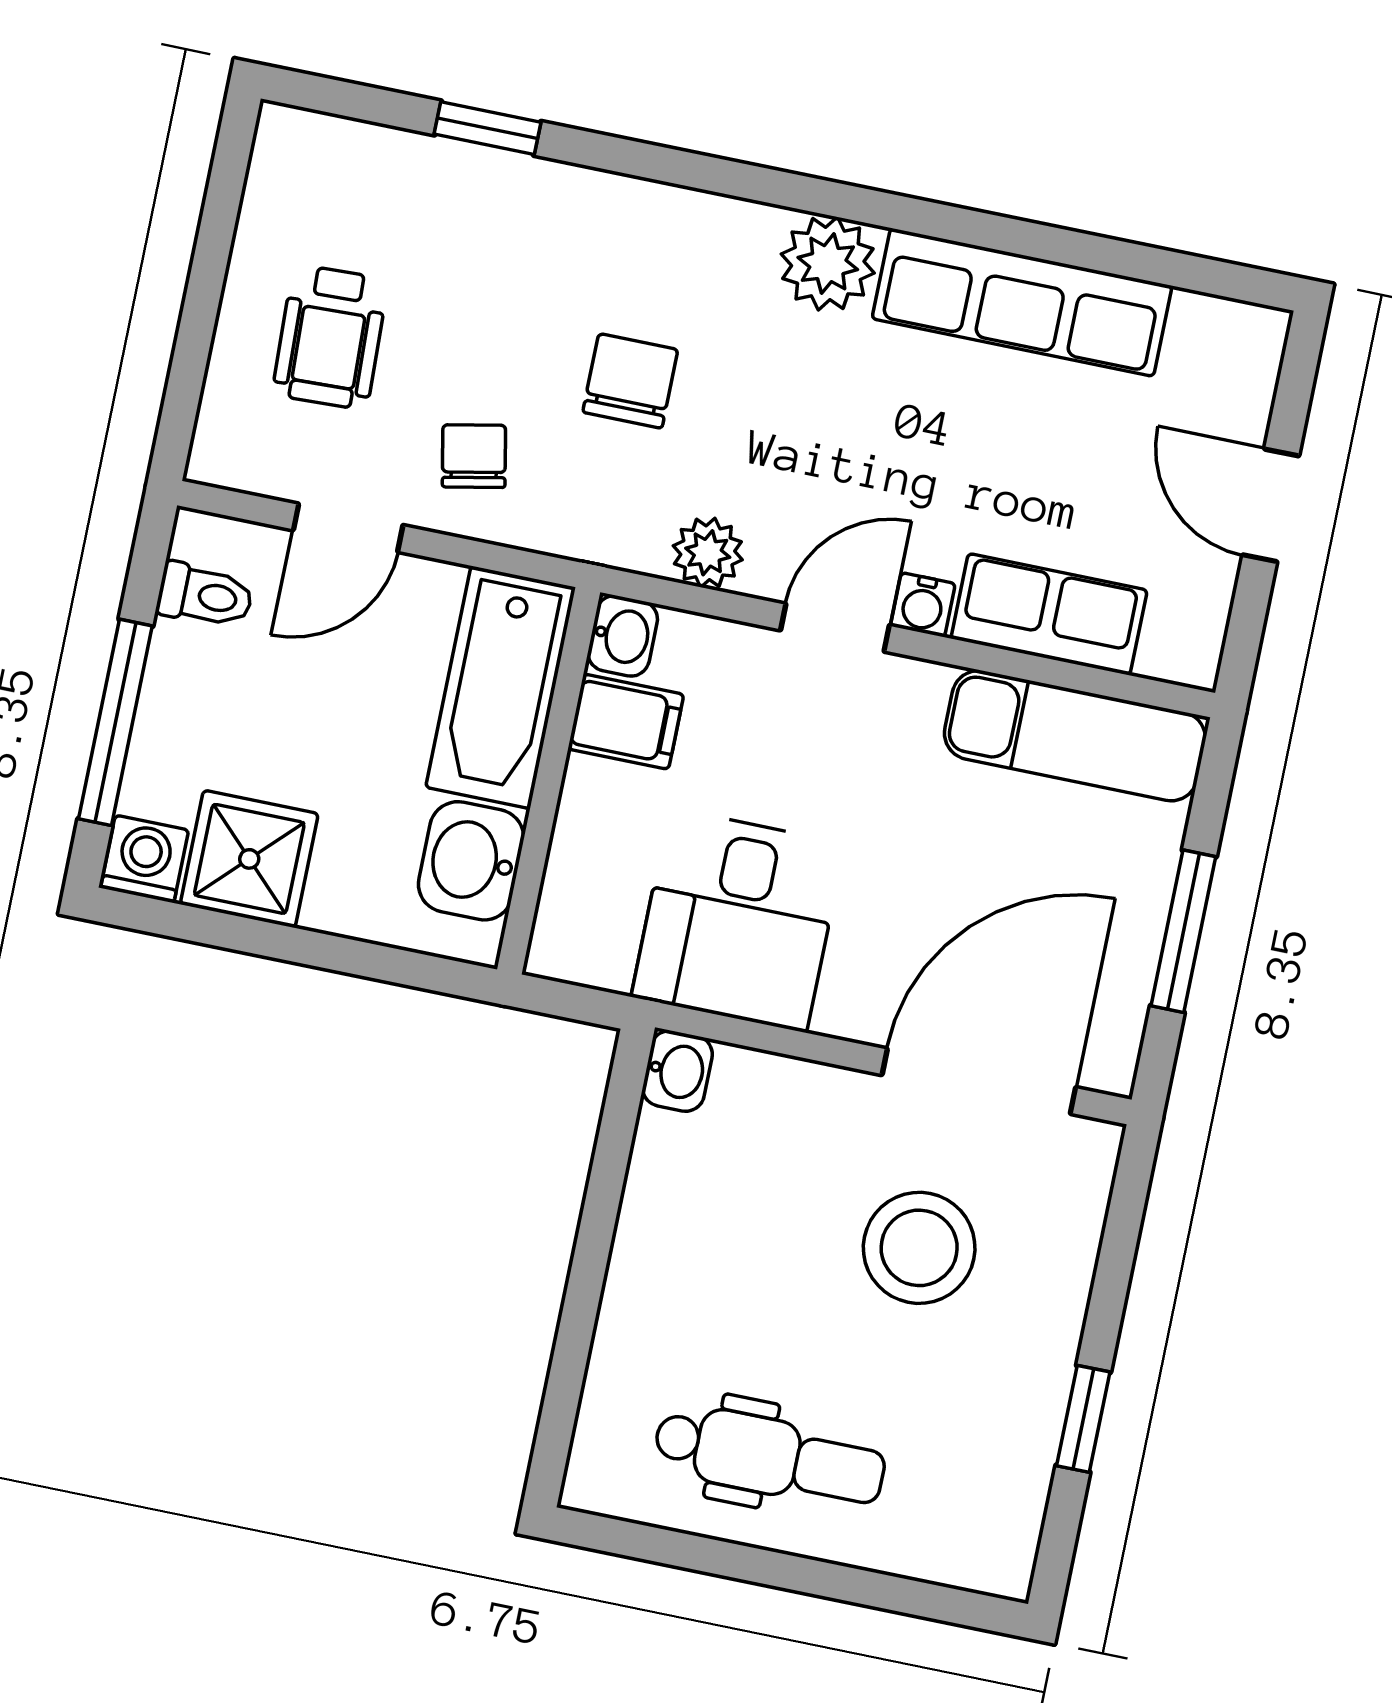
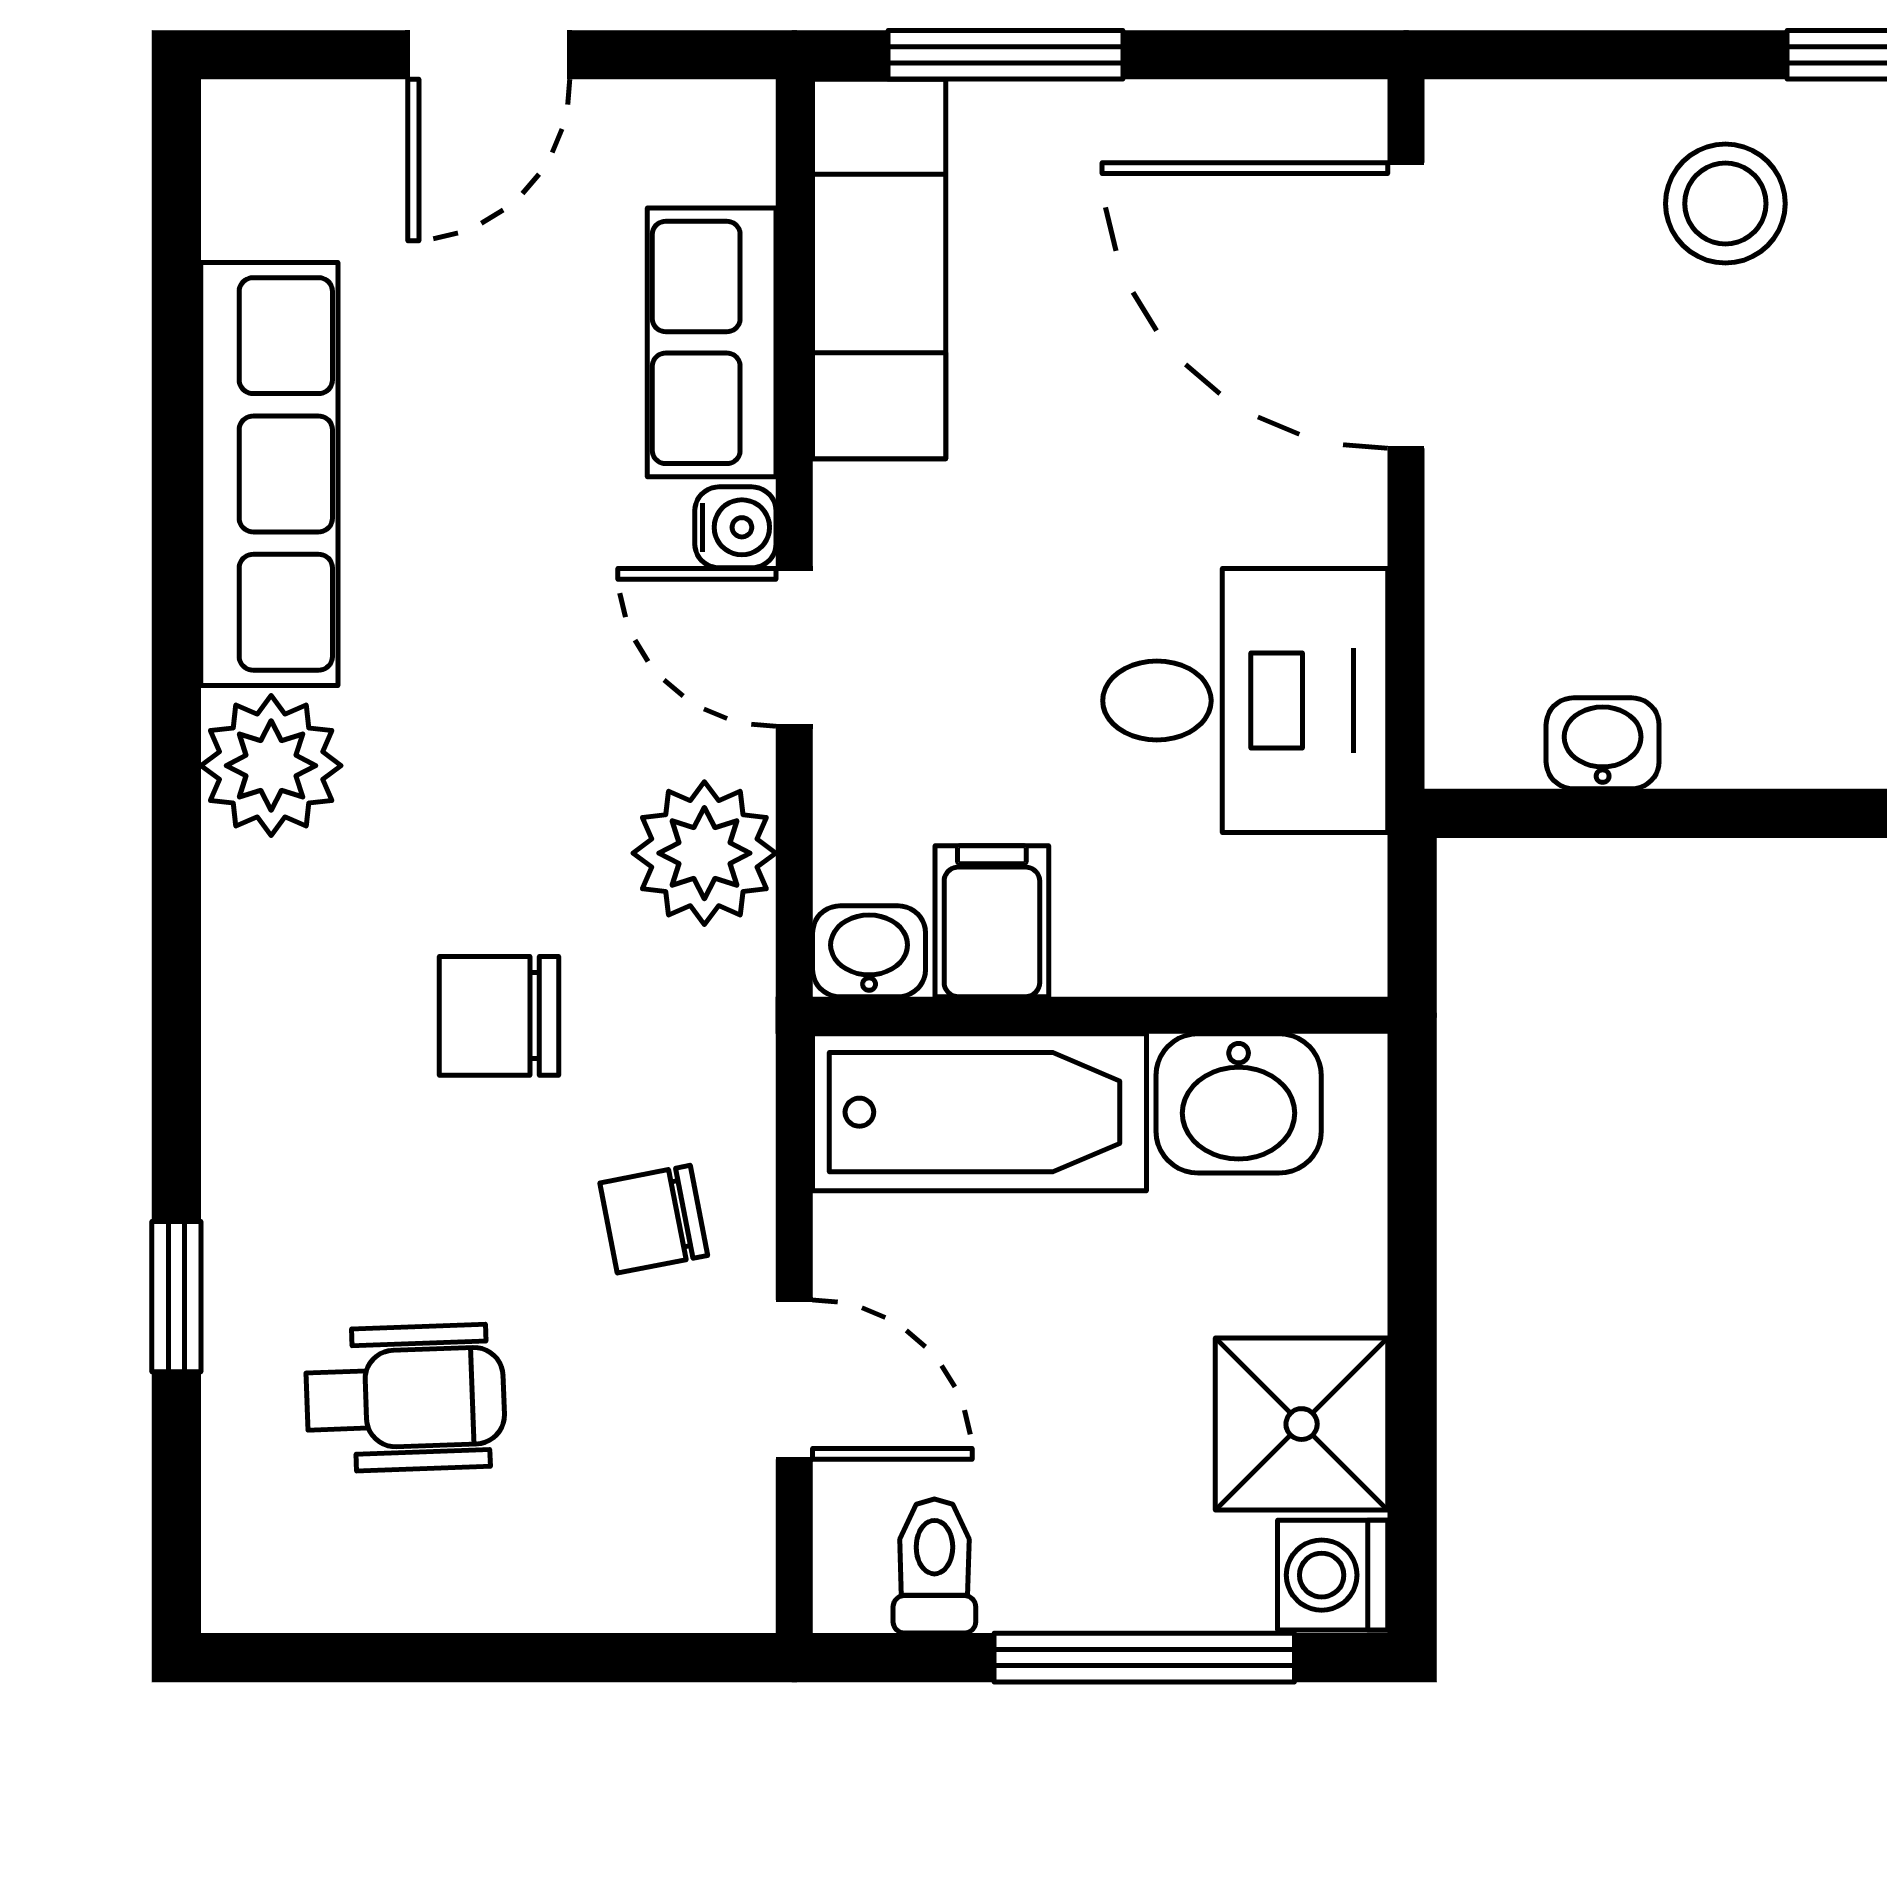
wheelchair: (330, 337) -> (405, 1398), moved
plant: (708, 553) -> (704, 853), width x1.38, depth x1.38
window: (1183, 931) -> (1006, 55), moved
washbasin: (677, 1071) -> (1603, 743), moved
stool: (919, 1248) -> (1725, 204), moved, width x0.73, depth x0.73

